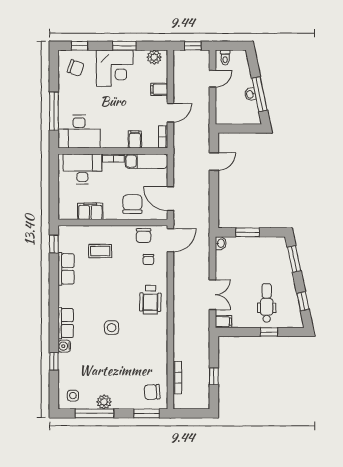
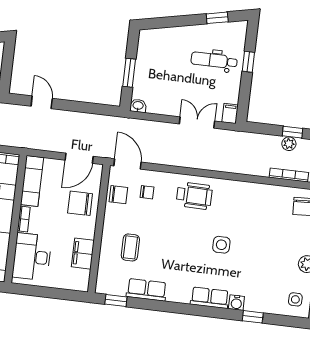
window: (294, 259) -> (167, 22), removed
plant: (204, 374) -> (289, 144), added

